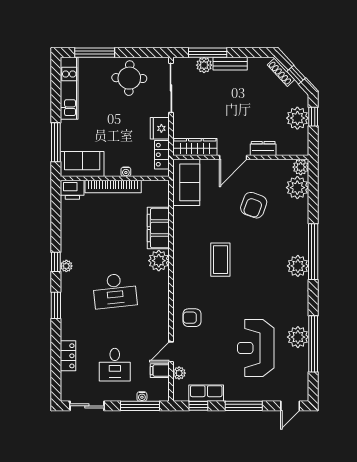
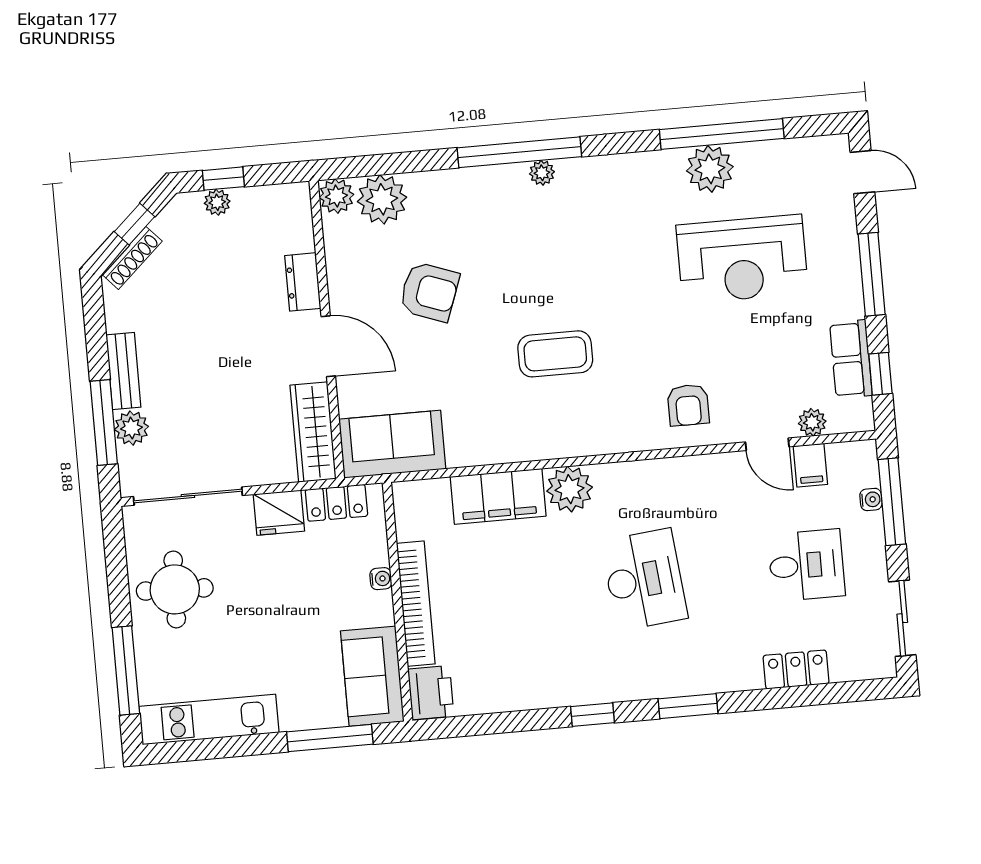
plant: (297, 118) -> (217, 202), width x0.53, depth x0.53
plant: (66, 266) -> (599, 691), removed
plant: (298, 266) -> (542, 173), width x0.53, depth x0.53

